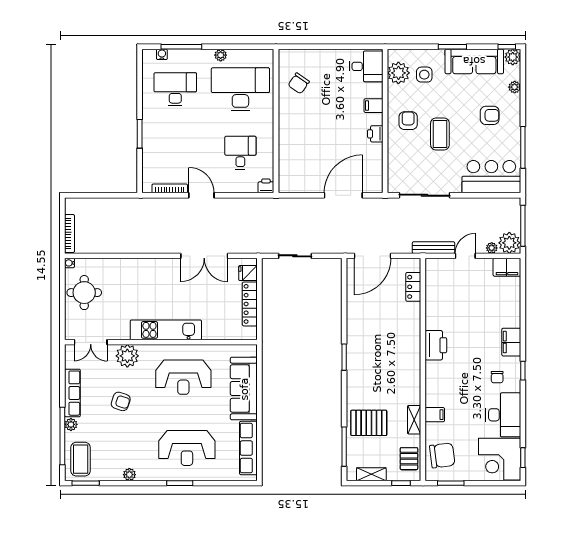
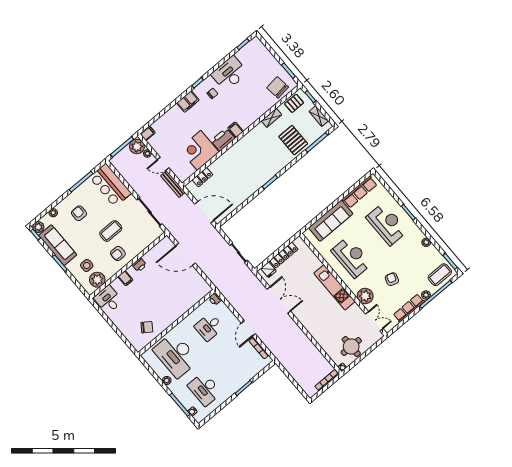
filing cabinet: (507, 267) -> (148, 133), width x0.50
filing cabinet: (435, 415) -> (235, 130), moved
corner desk: (500, 459) -> (199, 150), moved, turned 180

